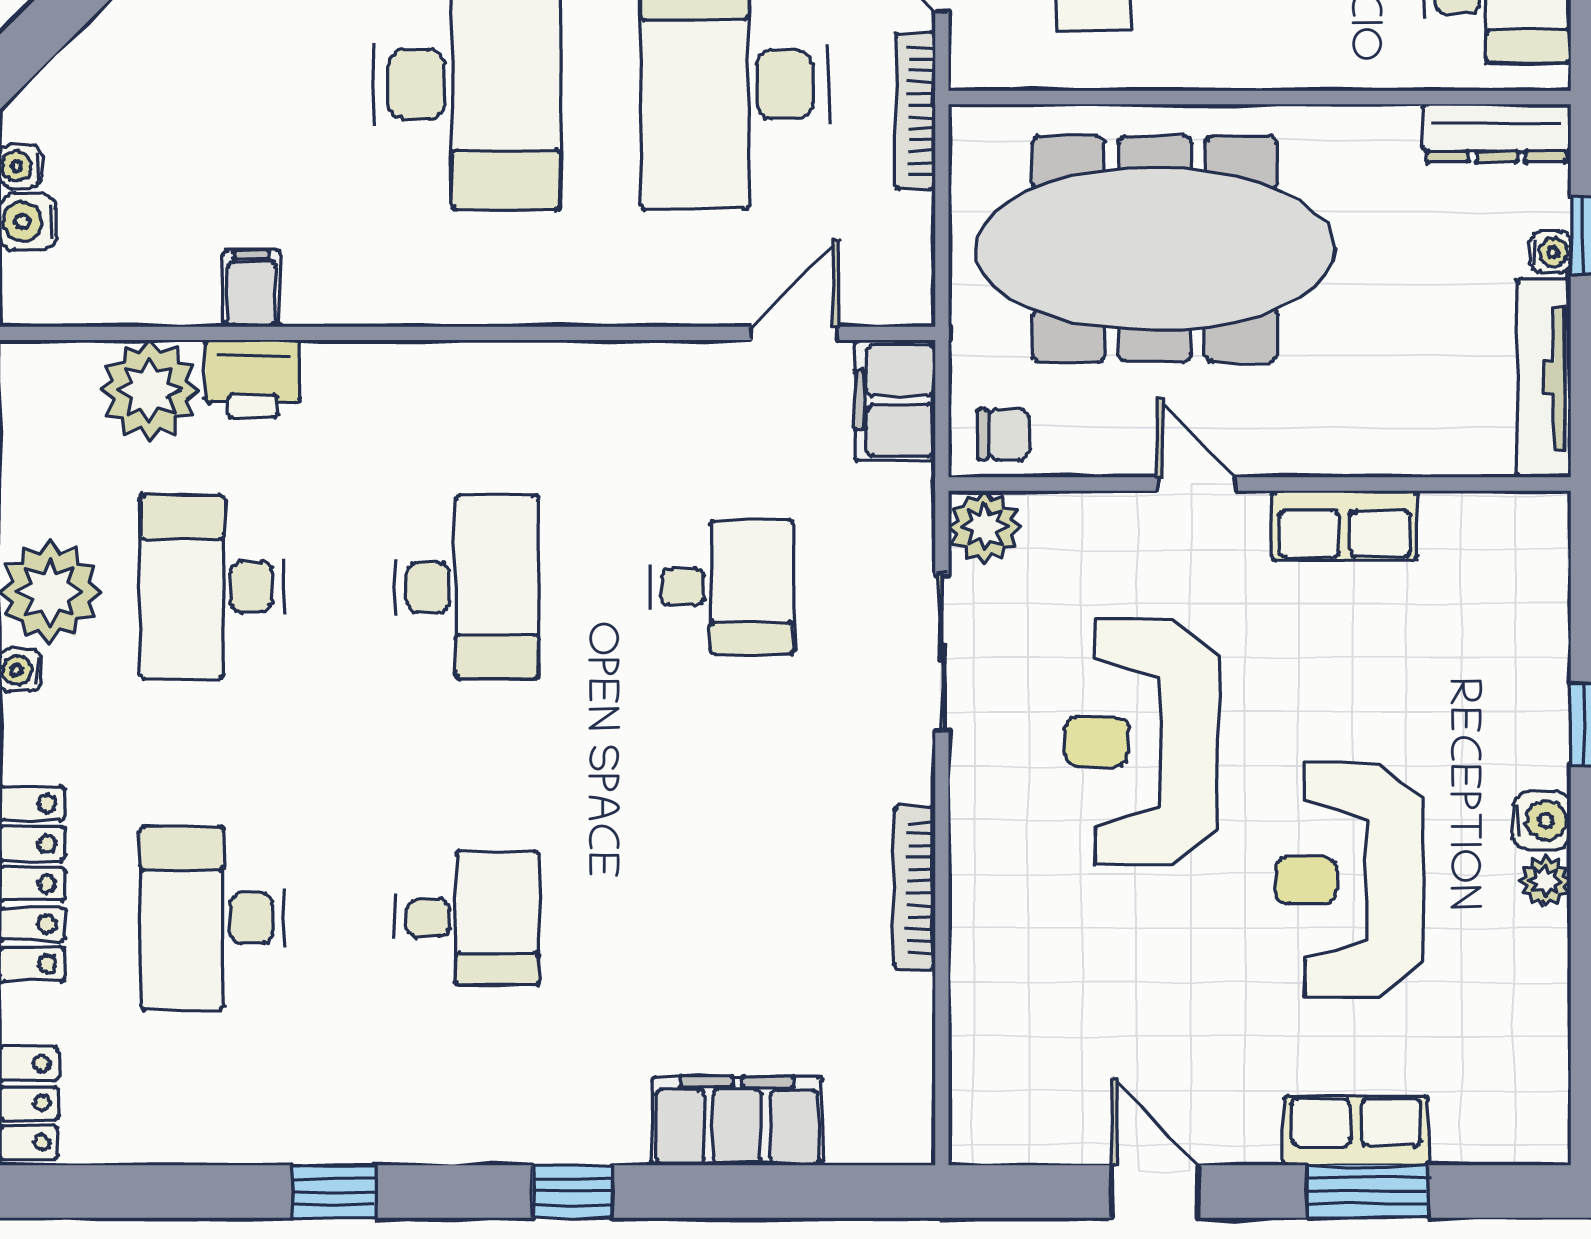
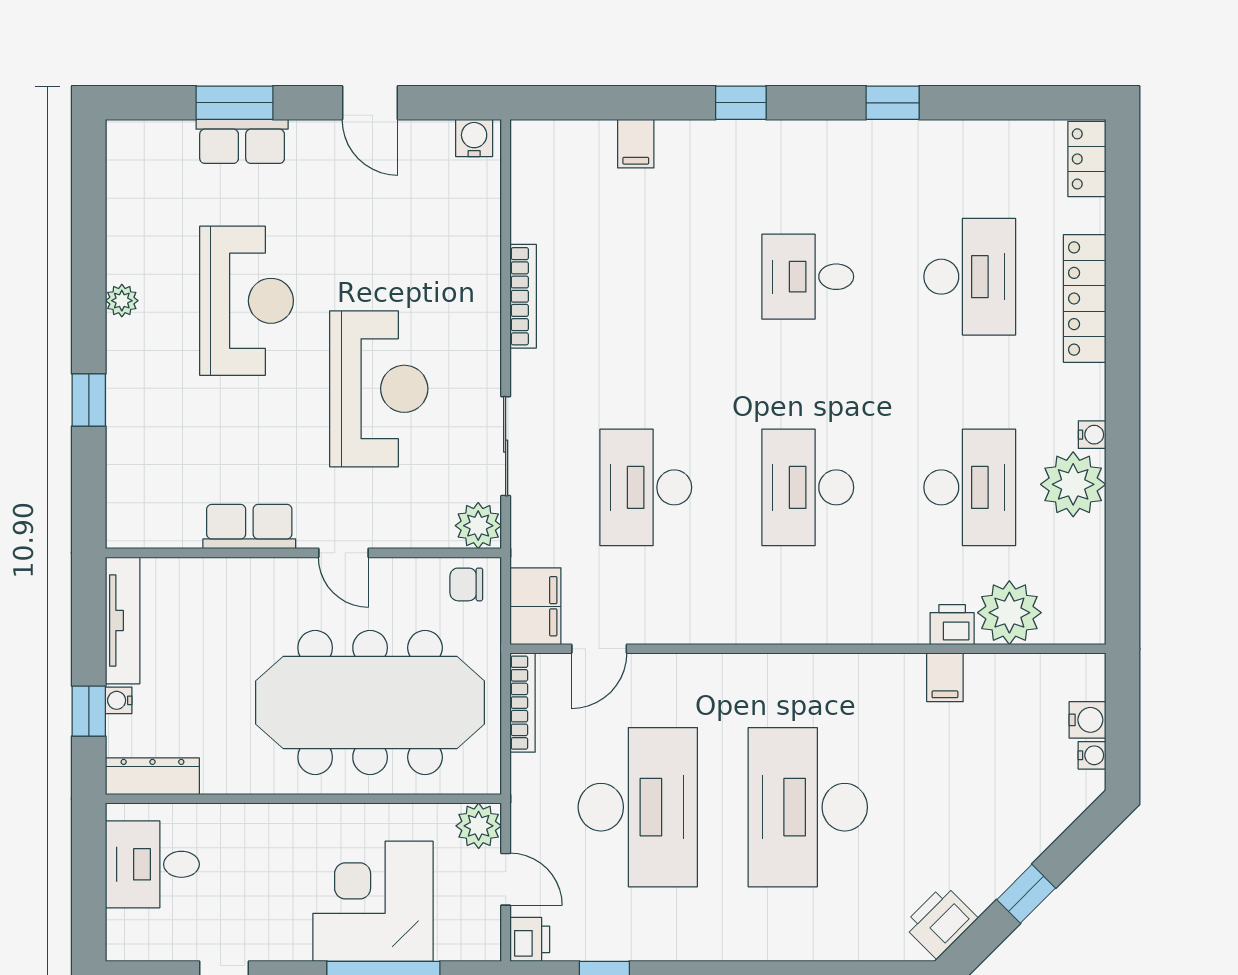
plant: (984, 55) -> (479, 826), added
bookcase: (915, 111) -> (522, 703), moved
printer: (253, 379) -> (952, 625), width x0.73, depth x0.81
desk: (722, 587) -> (646, 487), width x1.37
water cooler: (1542, 821) -> (474, 138), moved, turned 90
filing cabinet: (737, 1121) -> (636, 144), width x0.33, depth x0.86

